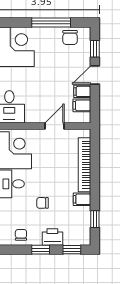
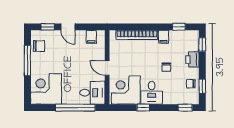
filing cabinet: (82, 91) -> (81, 37), removed
door: (55, 126) -> (107, 68), moved
window: (41, 250) -> (202, 86), moved

